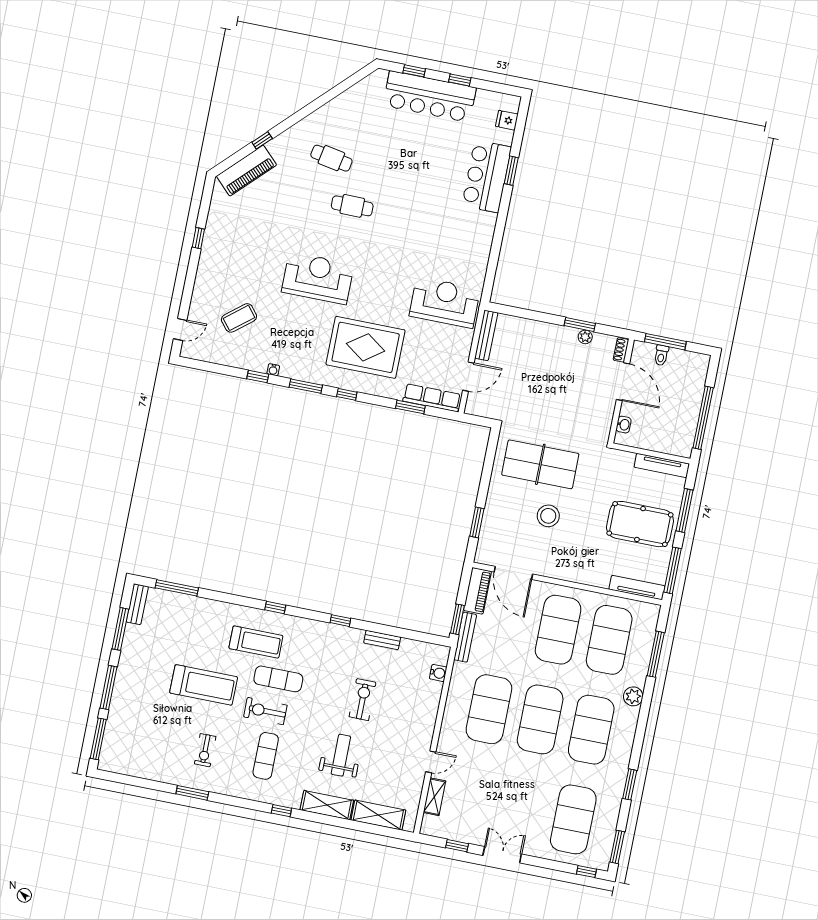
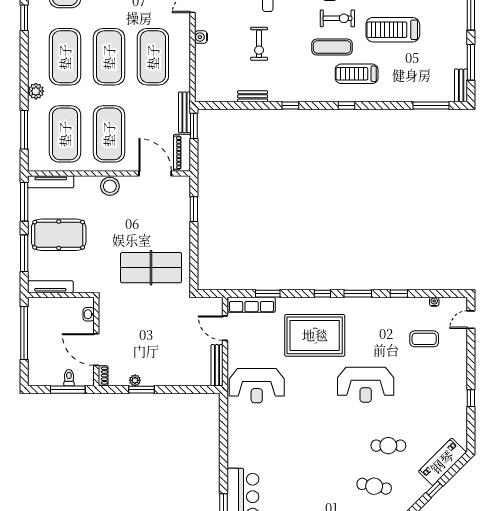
cafe table: (352, 206) -> (388, 446), moved
coffee table: (239, 318) -> (424, 339), turned 39
water cooler: (273, 370) -> (434, 302), moved
door: (468, 377) -> (225, 328), hinge flipped
stool: (548, 516) -> (110, 186), moved
water cooler: (438, 673) -> (201, 37), moved

